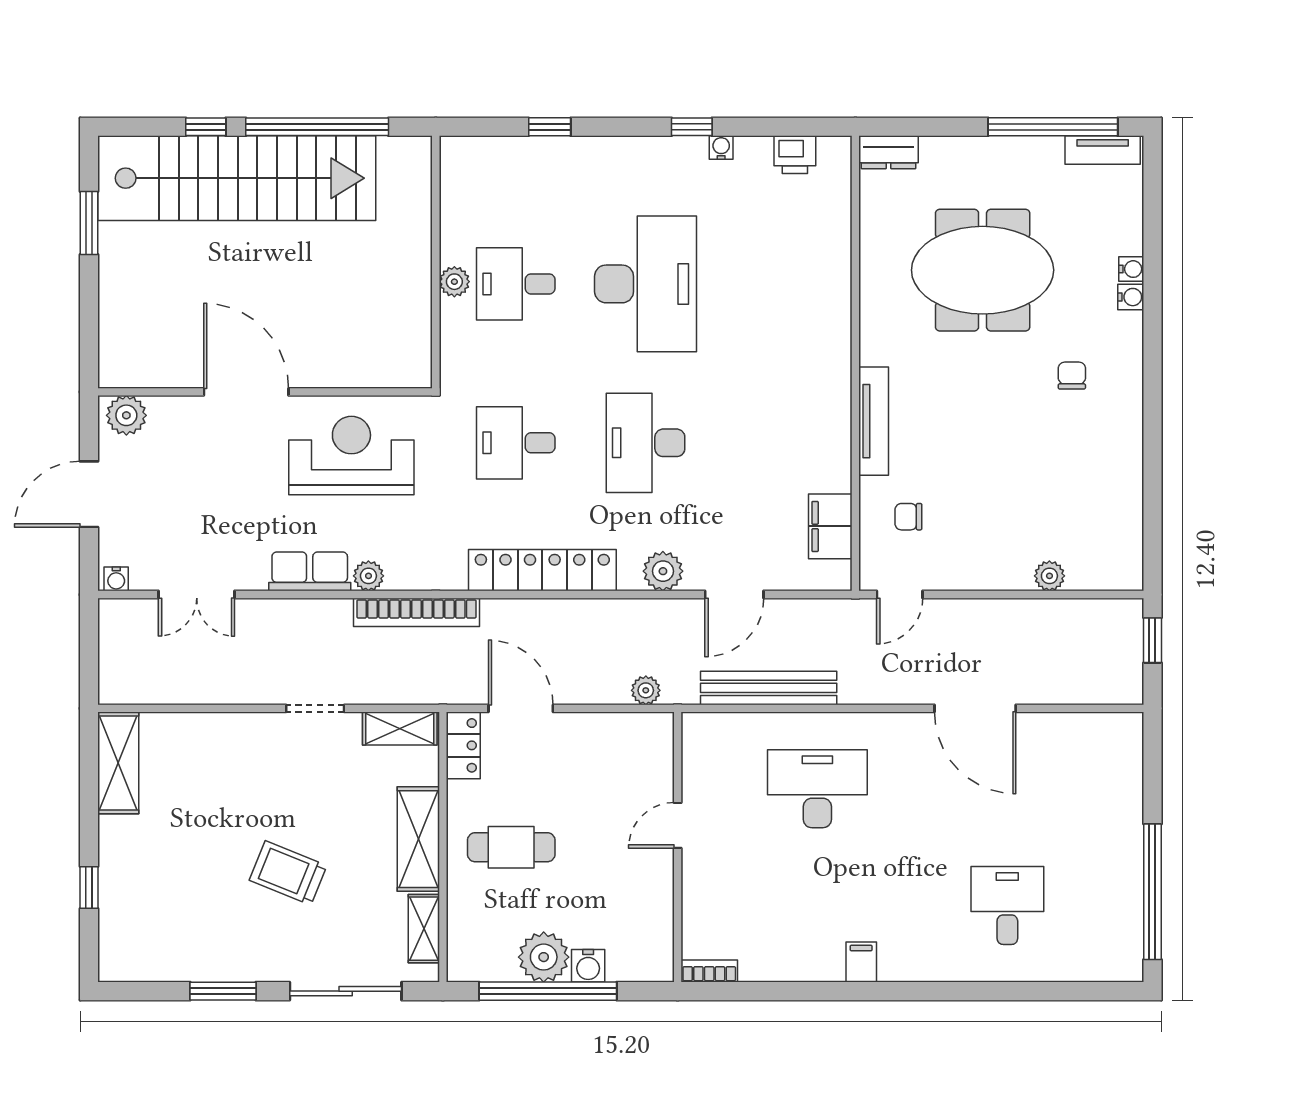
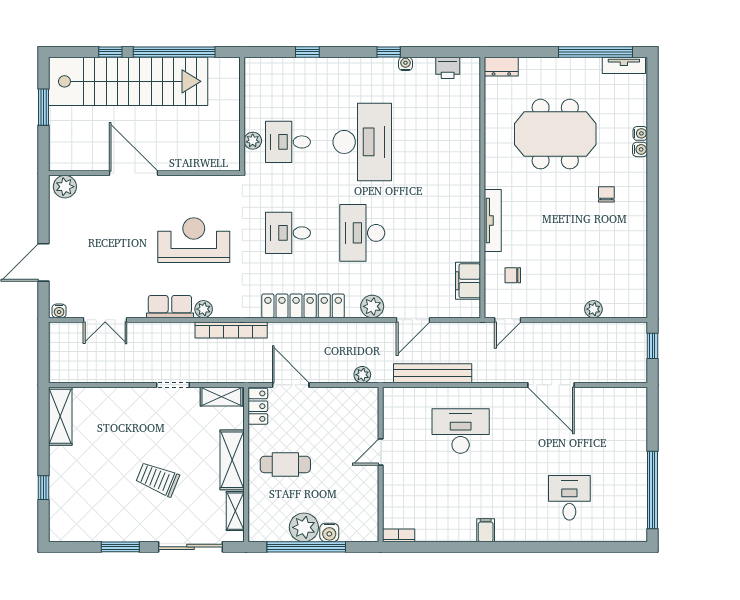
door: (246, 392) -> (133, 173), moved
wall: (265, 392) -> (144, 173), moved
plant: (126, 415) -> (65, 187), moved

